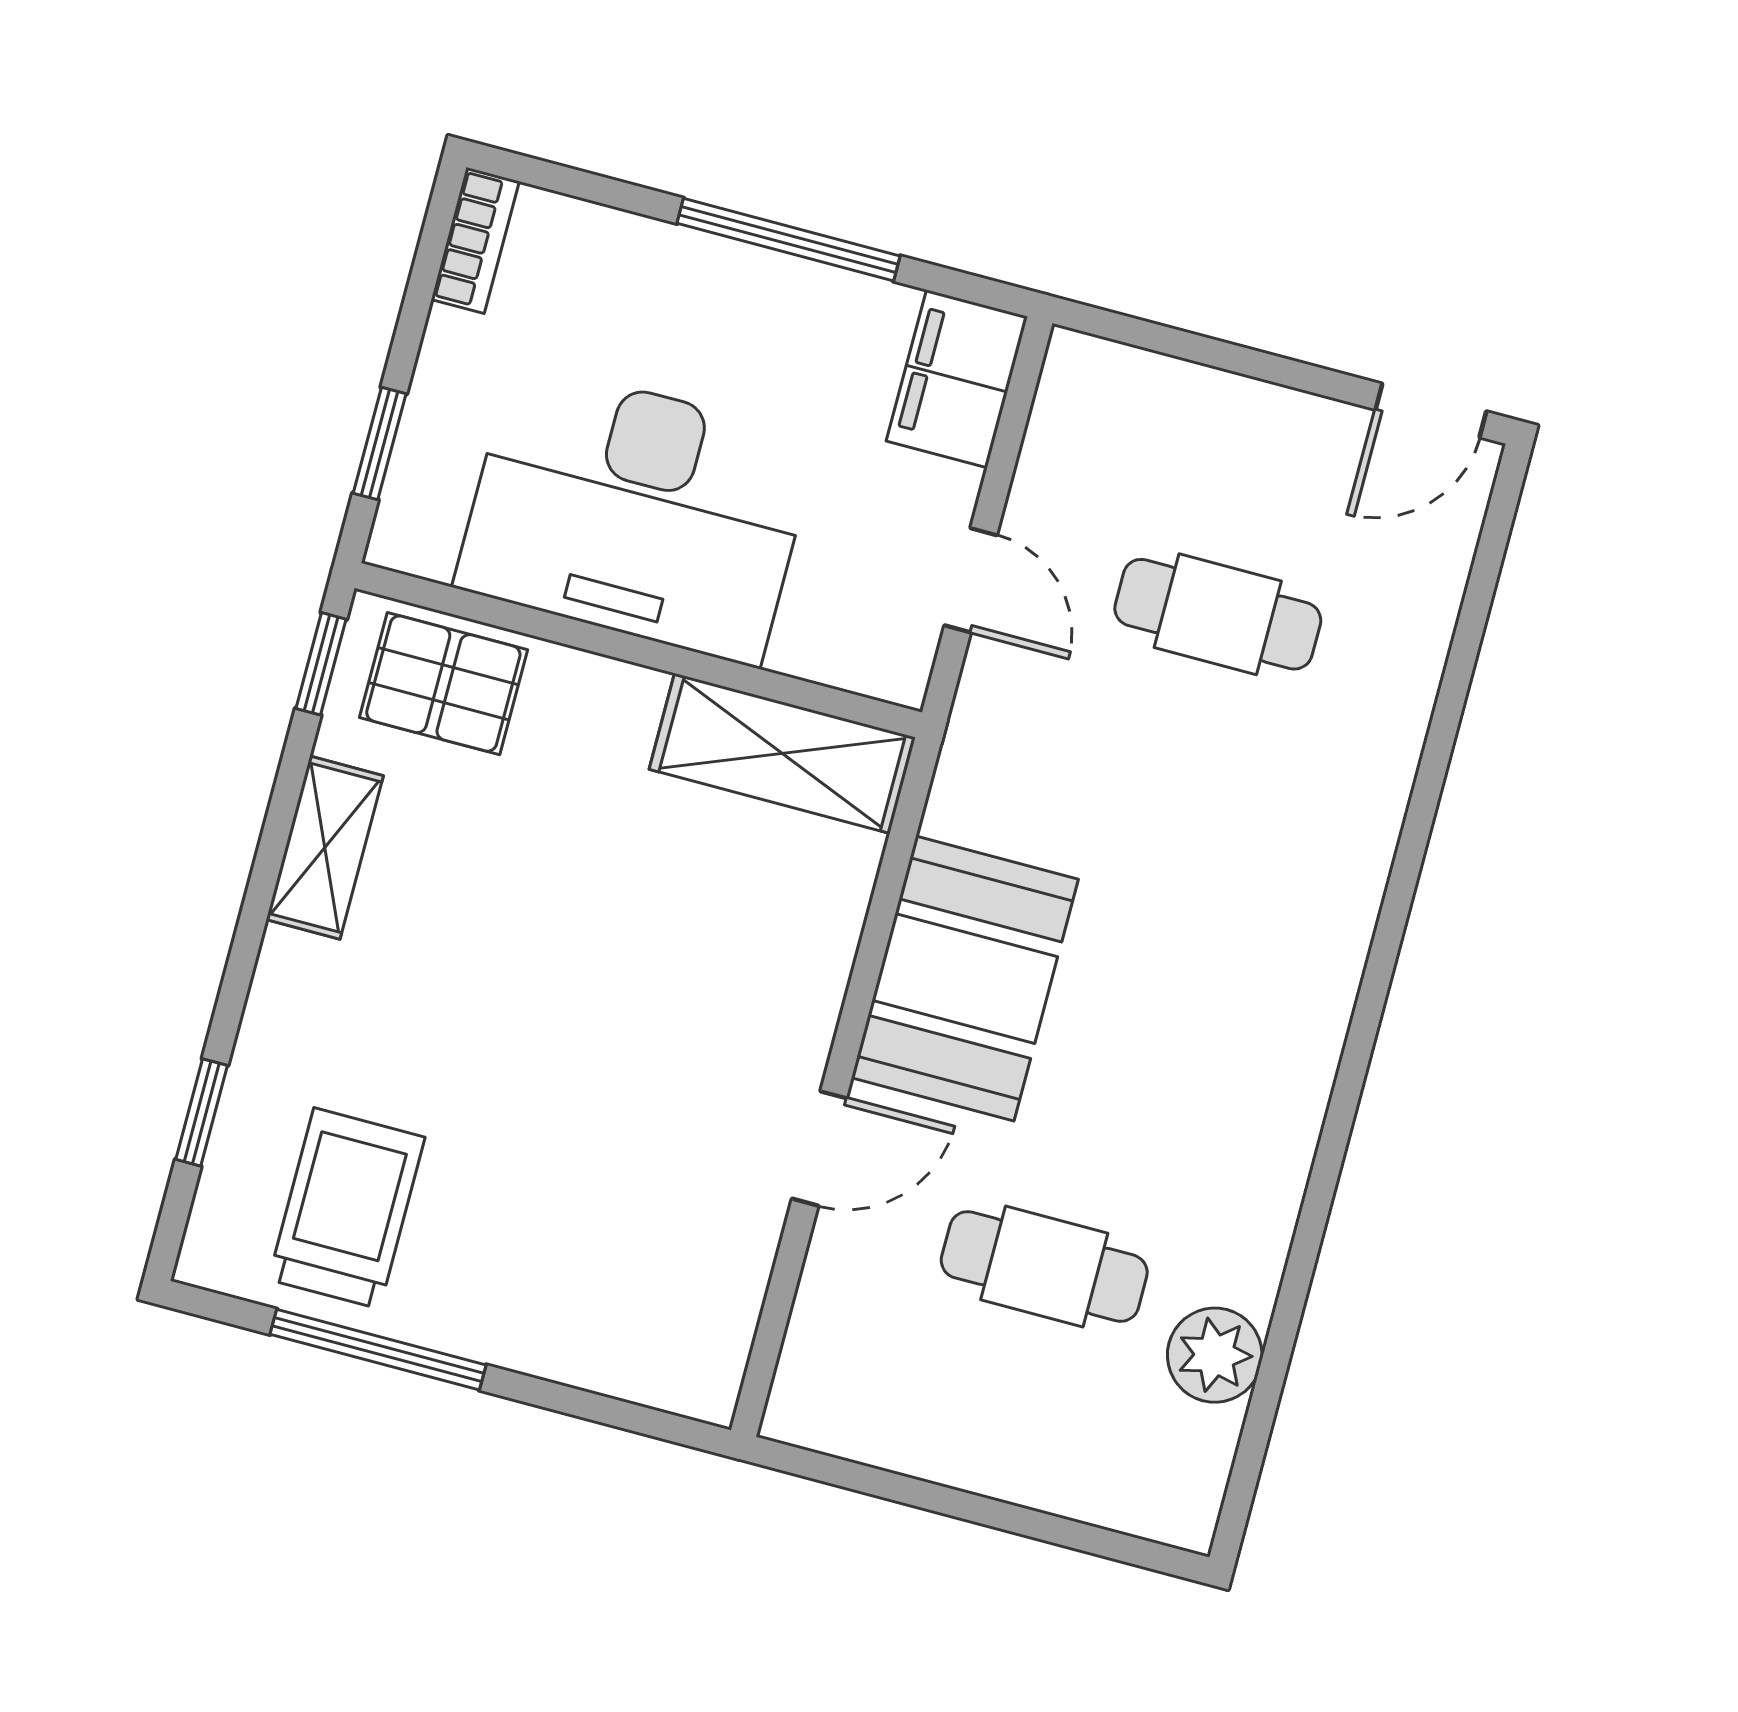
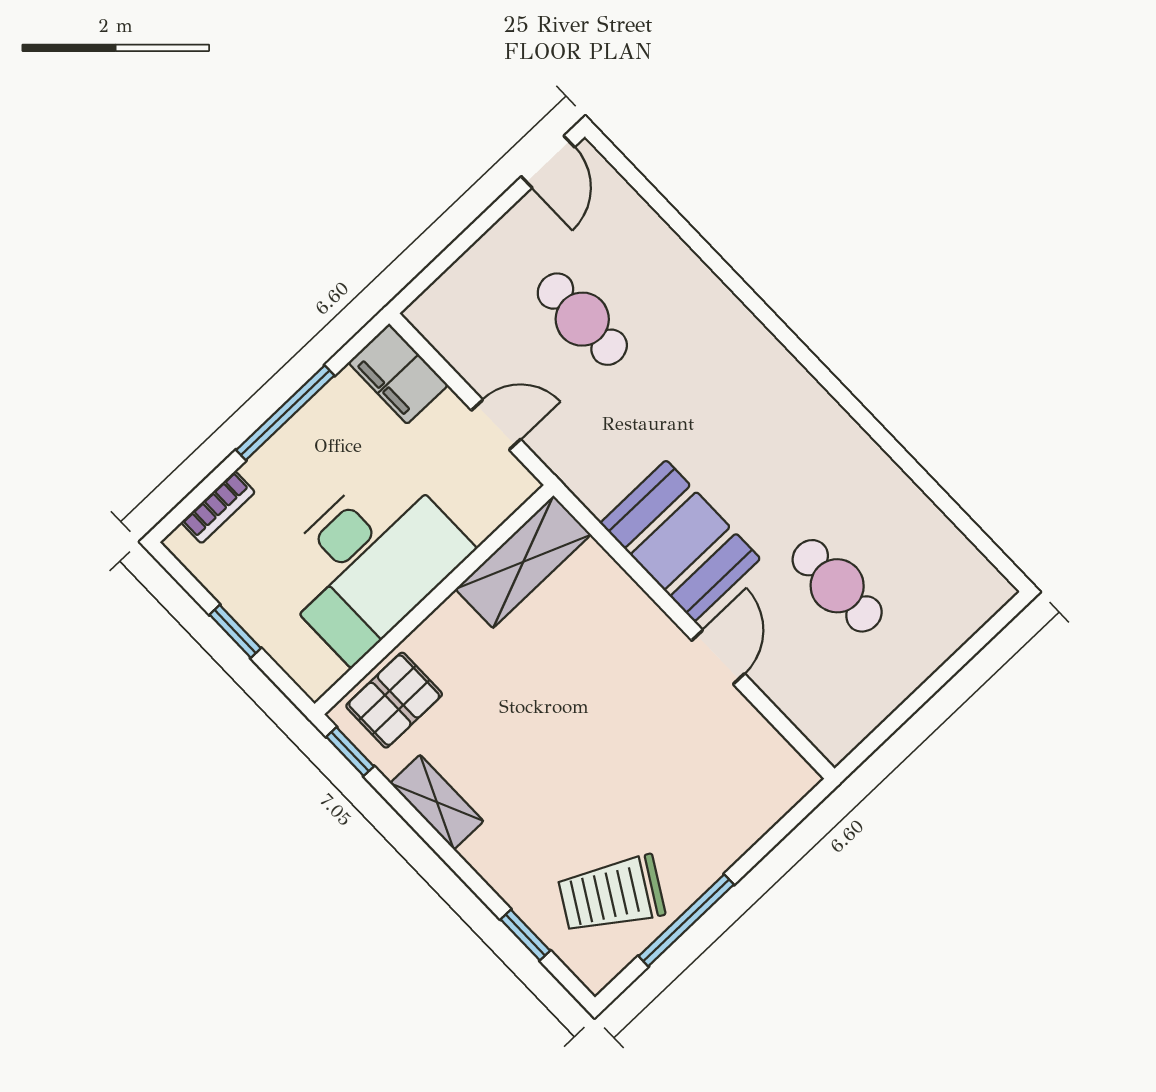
bookcase: (475, 240) -> (218, 507), moved, turned 90
window: (380, 443) -> (235, 631), moved
cafe table: (1218, 614) -> (582, 319), turned 90
trolley: (347, 1208) -> (611, 895), turned -59
cafe table: (1044, 1266) -> (837, 586), turned 90
plant: (1215, 1355) -> (927, 532), removed

